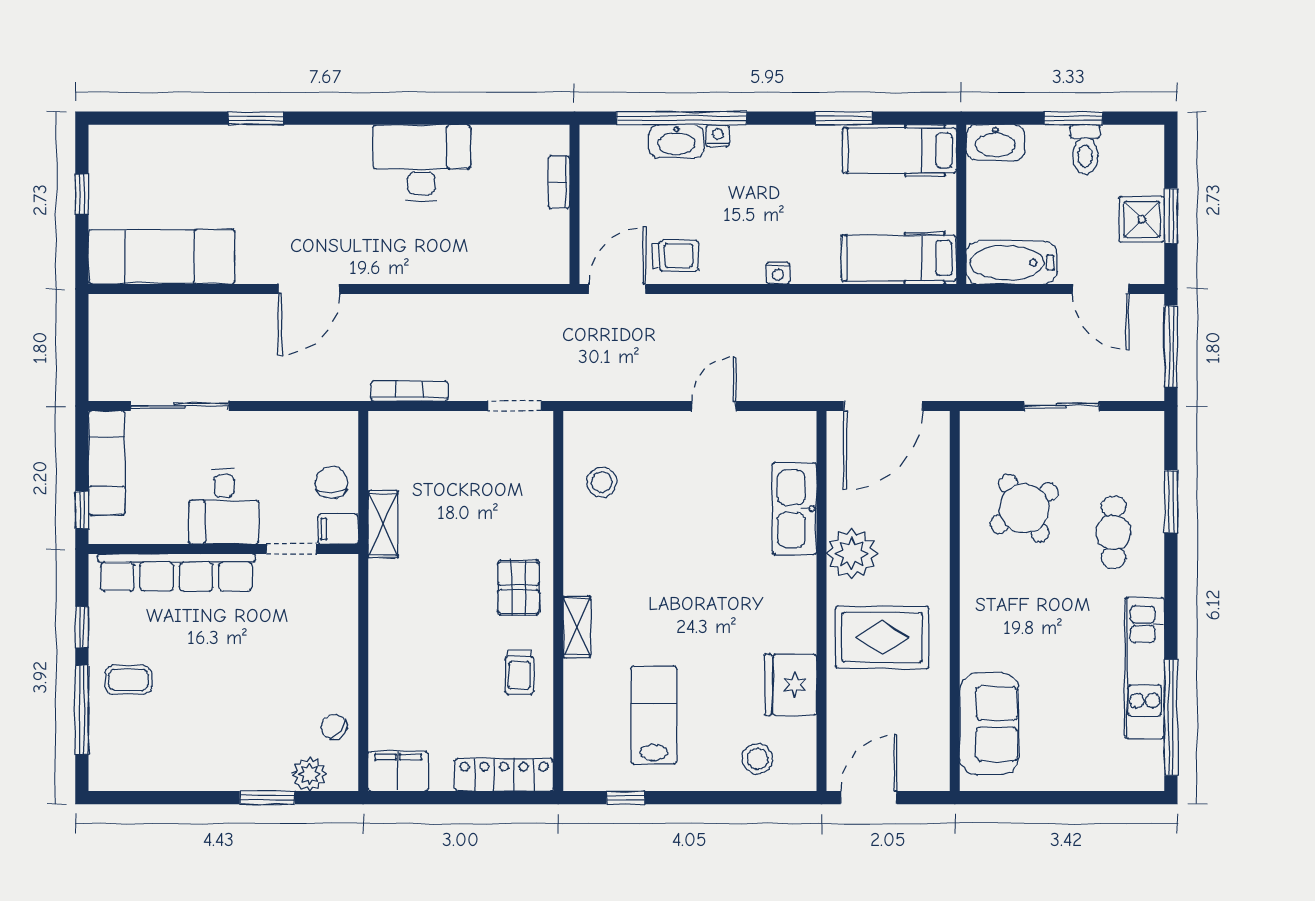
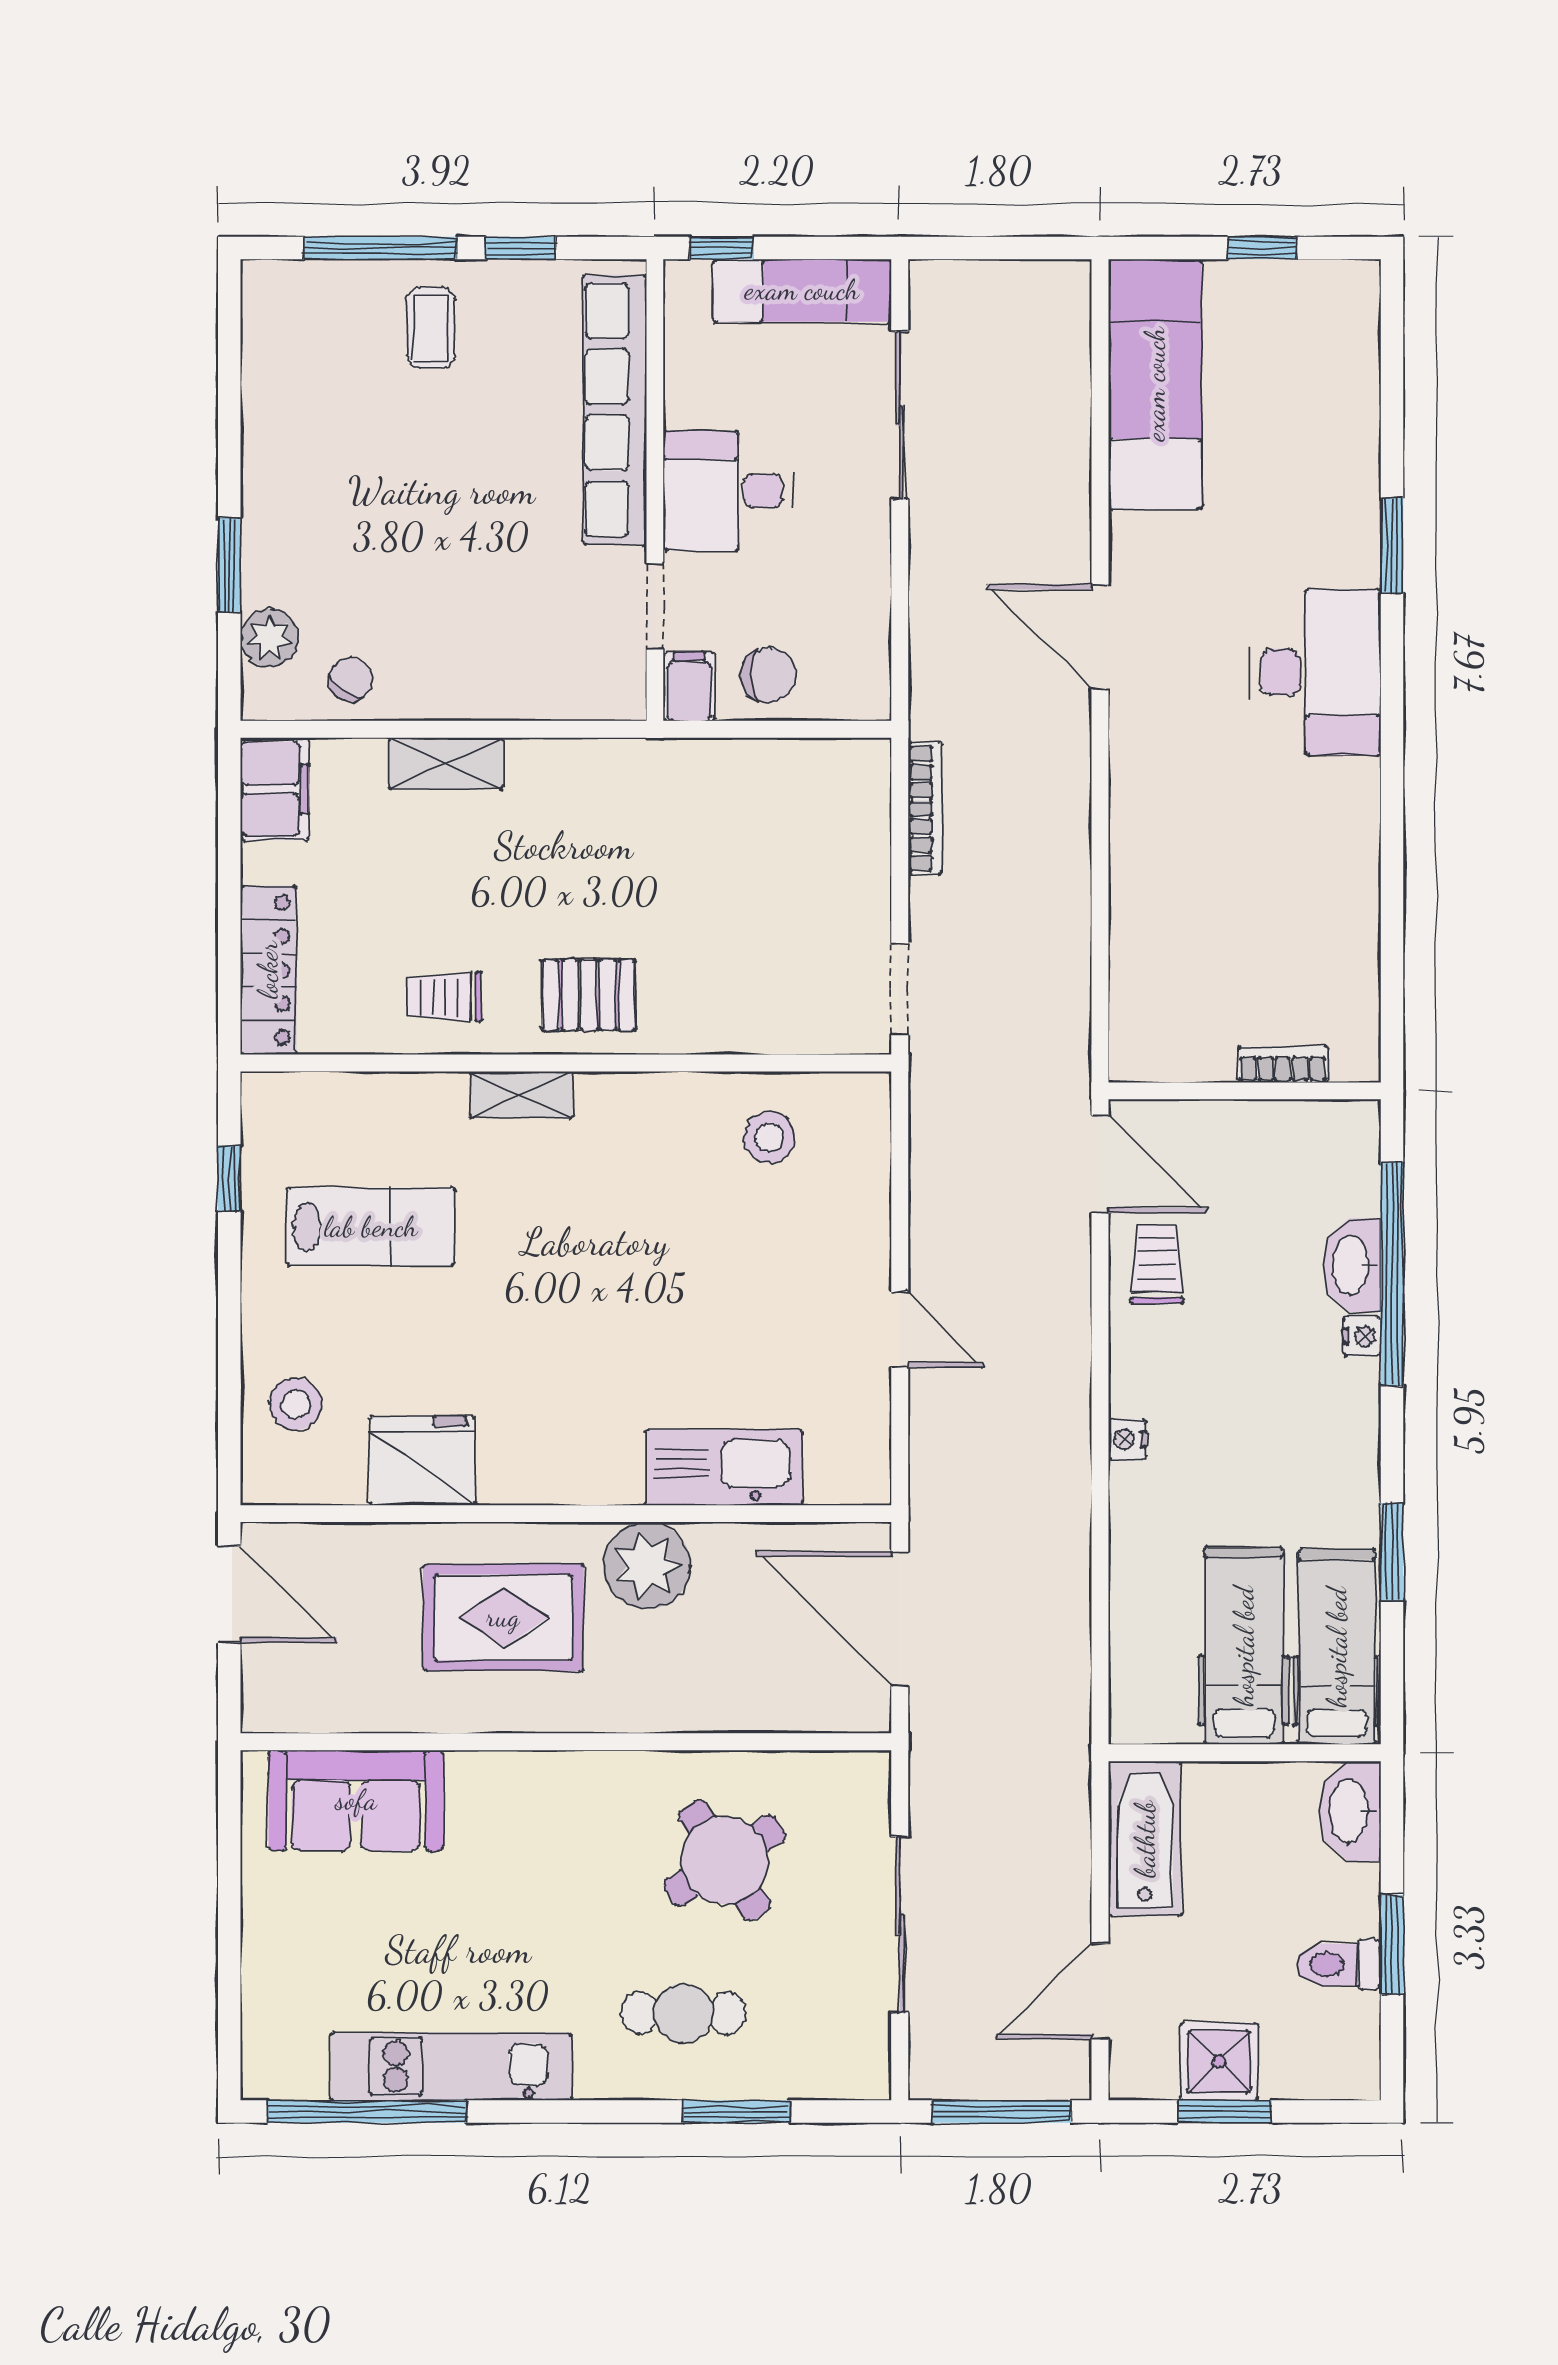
desk: (422, 163) -> (1316, 672), moved
trolley: (676, 256) -> (1157, 1264), turned 180
hospital bed: (899, 258) -> (1244, 1646), moved
sliding door: (1061, 406) -> (900, 1924), width x1.37
shelving: (383, 524) -> (446, 763), moved
rug: (882, 637) -> (503, 1617), turned 90

